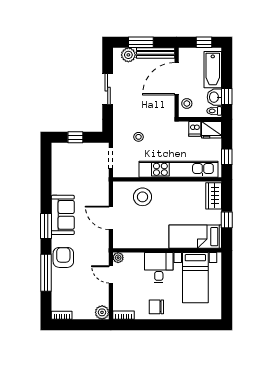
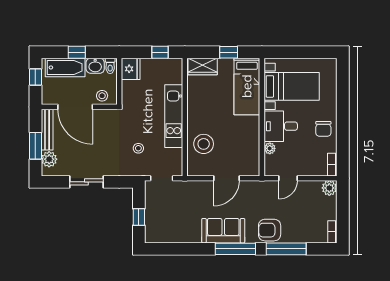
window: (227, 97) -> (77, 52), moved
dishwasher: (195, 129) -> (130, 87), removed
kitchen unit: (179, 169) -> (174, 116), width x0.73
window: (46, 226) -> (235, 249), width x1.44
plant: (118, 258) -> (270, 148), moved

